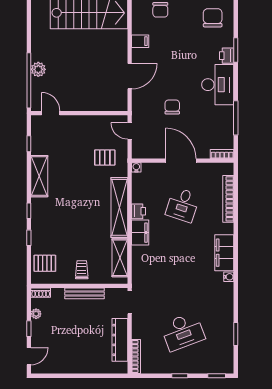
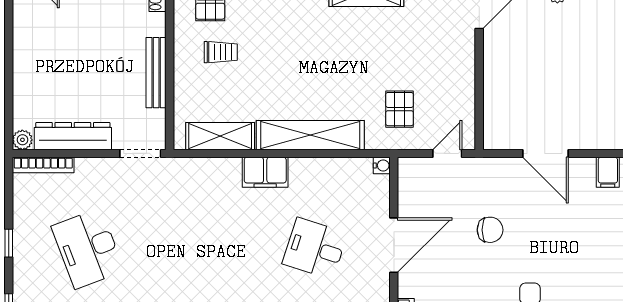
printer: (138, 211) -> (303, 169), removed
trolley: (82, 270) -> (221, 52), moved
plant: (122, 368) -> (22, 140), added

